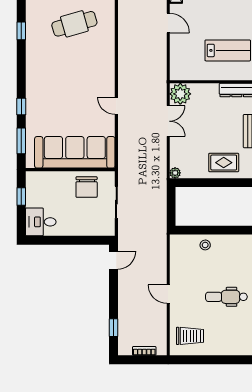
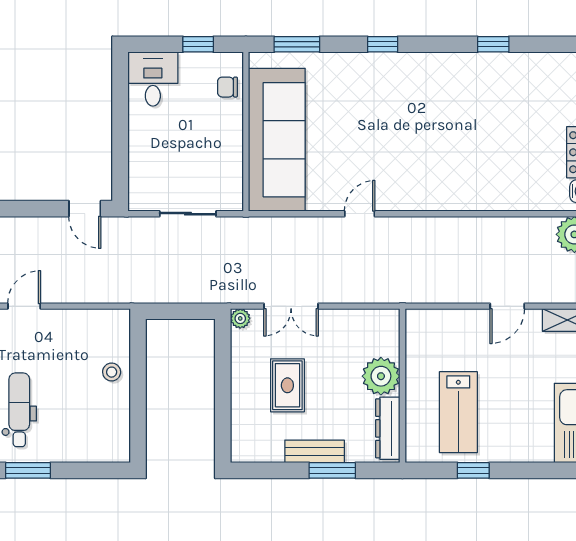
cafe table: (74, 24) -> (506, 139), removed
plant: (180, 94) -> (381, 376), moved
window: (21, 107) -> (383, 44), moved
double door: (168, 121) -> (291, 306), moved
rug: (224, 163) -> (287, 385), moved
chair: (87, 187) -> (227, 87), moved, width x0.54, depth x0.54

